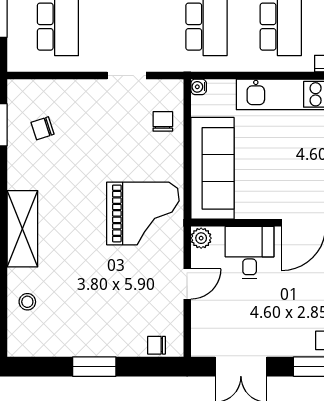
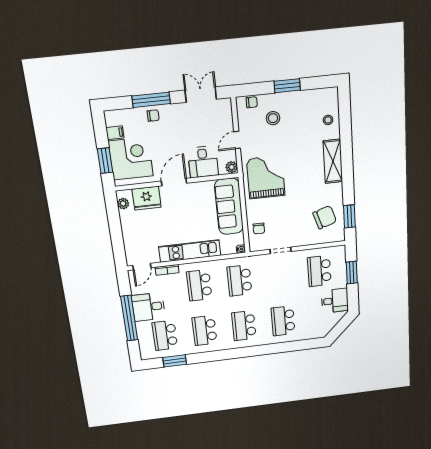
chair: (43, 128) -> (325, 217), width x1.87, depth x1.87
grand piano: (143, 213) -> (266, 177), turned 90
stool: (122, 315) -> (273, 118), added

